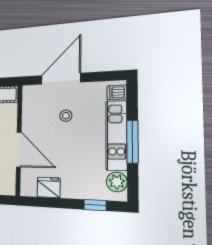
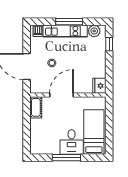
door: (19, 149) -> (62, 95), moved
fridge: (49, 187) -> (99, 86), moved

